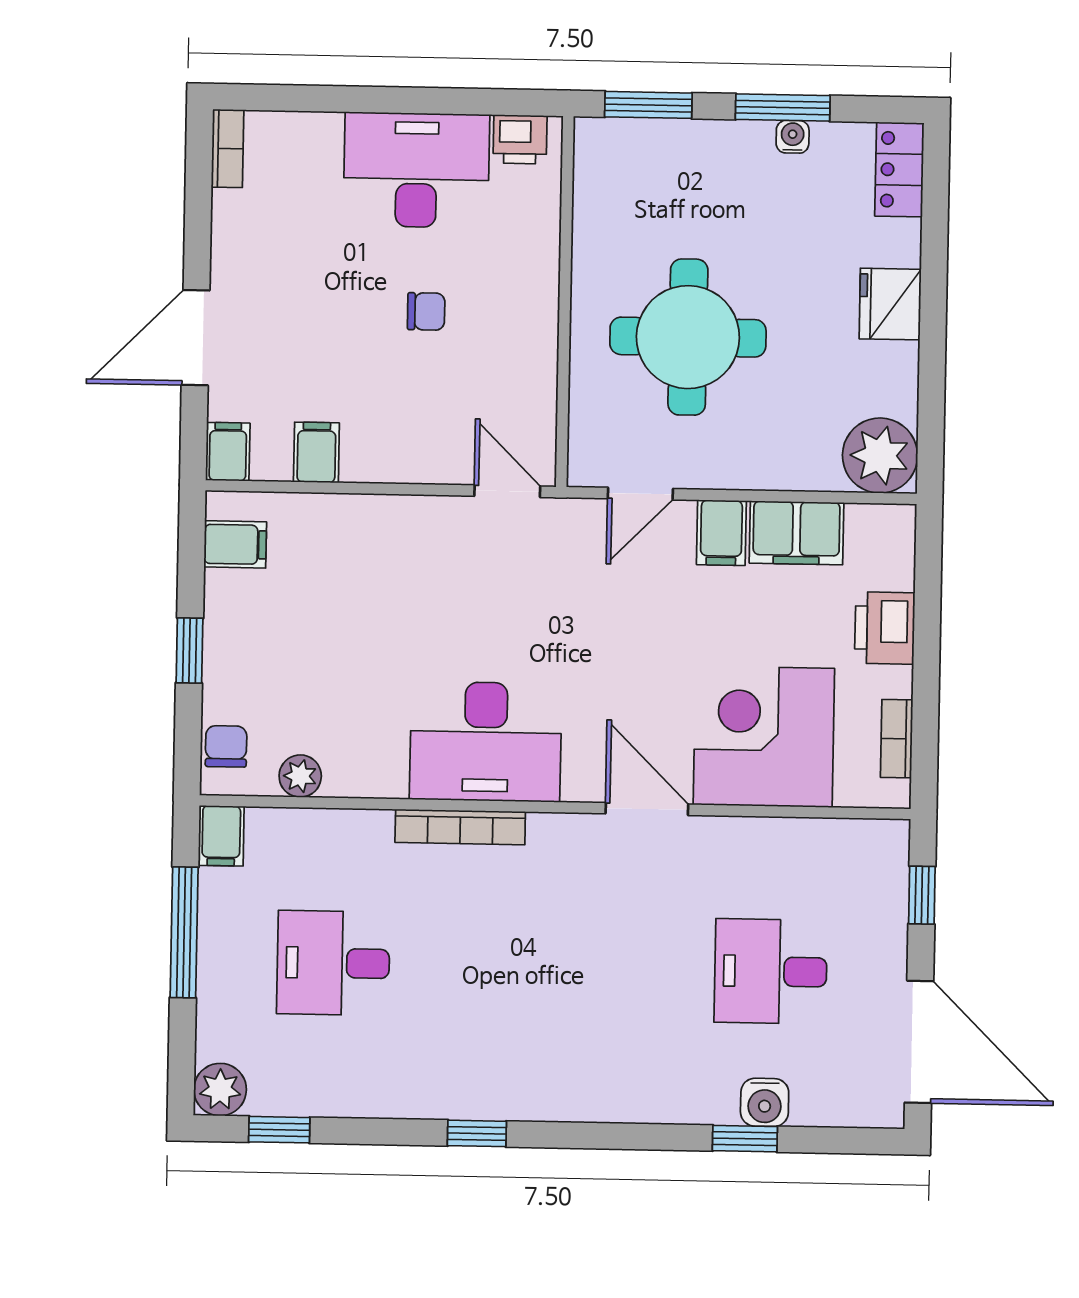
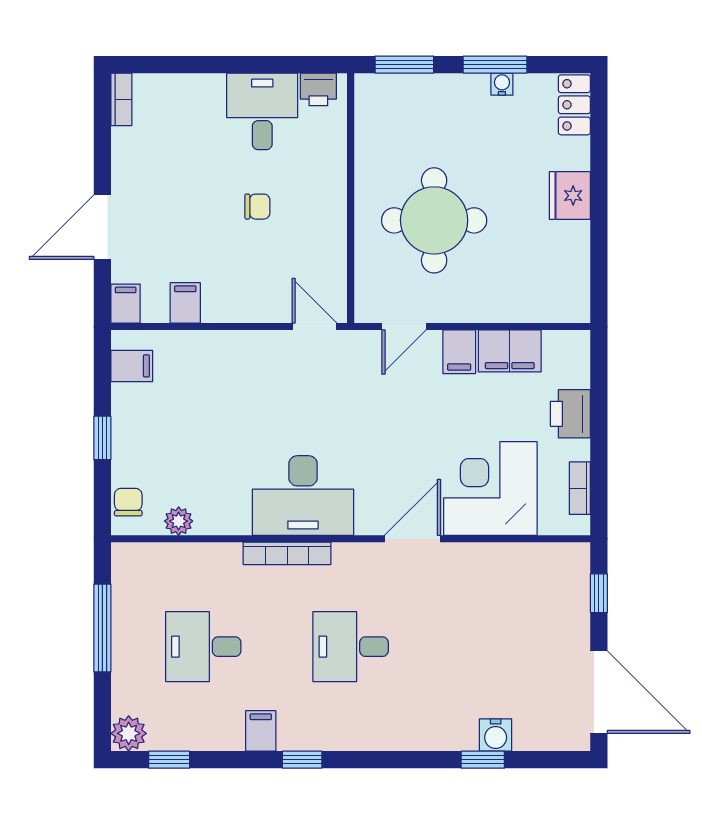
desk: (416, 170) -> (262, 111), width x0.73
plant: (880, 456) -> (565, 298), removed
door: (647, 809) -> (413, 539), hinge flipped
filing cabinet: (221, 836) -> (261, 731), moved, turned 180
desk: (771, 971) -> (351, 647), moved

